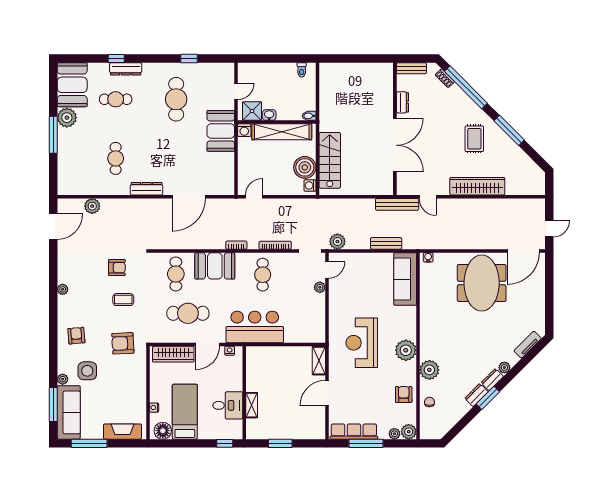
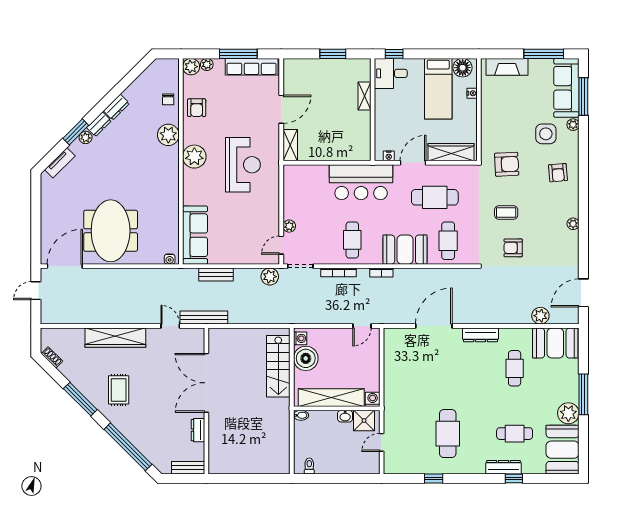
shoe rack: (445, 78) -> (52, 357), moved
booth: (221, 131) -> (555, 343), moved, turned 90
window: (488, 398) -> (76, 132), moved
desk: (228, 405) -> (391, 73), moved

